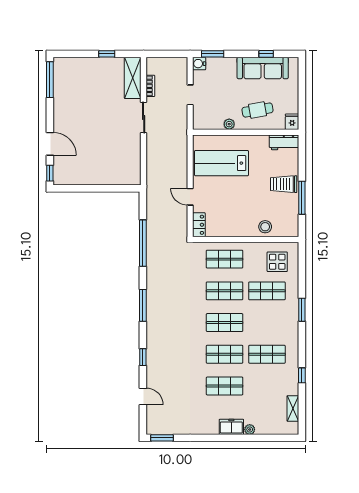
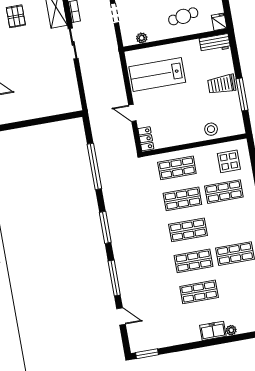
pallet: (92, 80) -> (16, 16), added
plant: (229, 124) -> (142, 38), moved
window: (143, 357) -> (114, 278), width x2.17

